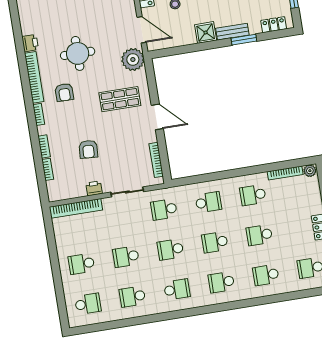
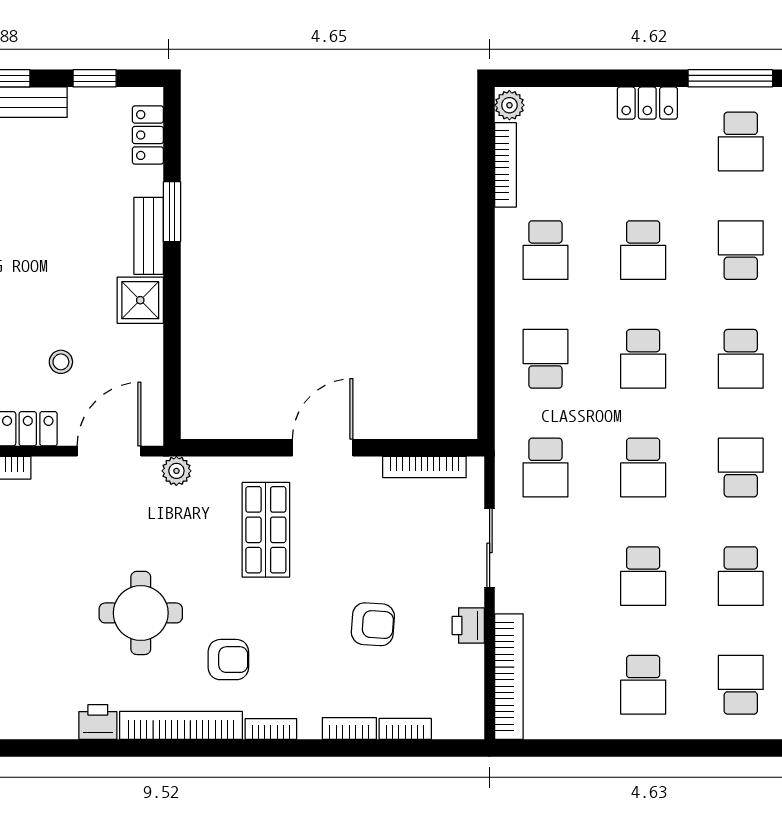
plant: (133, 59) -> (176, 471), width x0.53, depth x0.53
school desk: (266, 275) -> (741, 250), turned 180

